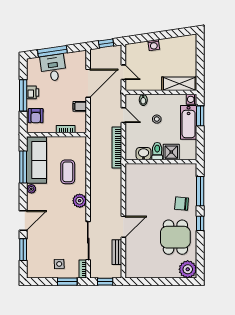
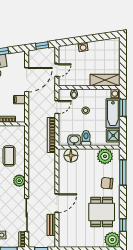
door: (123, 72) -> (57, 70), hinge flipped
door: (123, 115) -> (57, 107), hinge flipped
shower: (171, 152) -> (113, 135), moved
floor lamp: (140, 171) -> (71, 155), added
plant: (179, 172) -> (105, 156), added
window: (200, 223) -> (123, 225), moved

